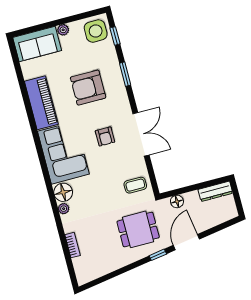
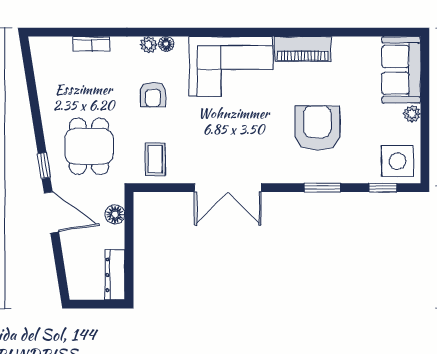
piano: (41, 103) -> (303, 49), width x0.73, depth x0.75
armchair: (105, 136) -> (153, 94), moved, turned -90
floor lamp: (63, 192) -> (166, 44), width x0.53, depth x0.53

